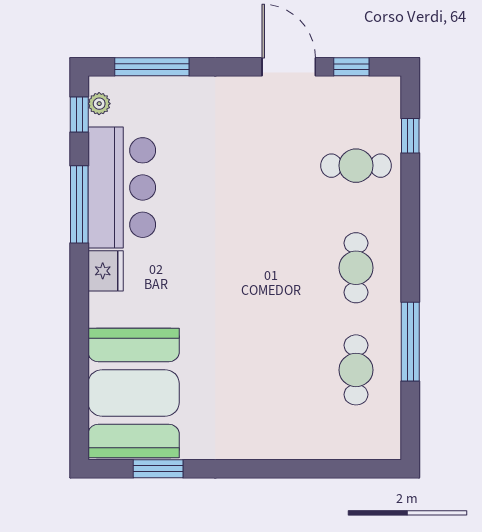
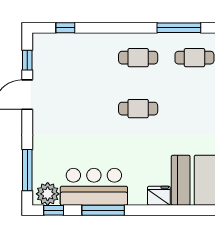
plant: (99, 104) -> (48, 194), width x1.88, depth x1.88
cafe table: (356, 166) -> (138, 109), moved, turned 90
fridge: (106, 271) -> (159, 196), moved

